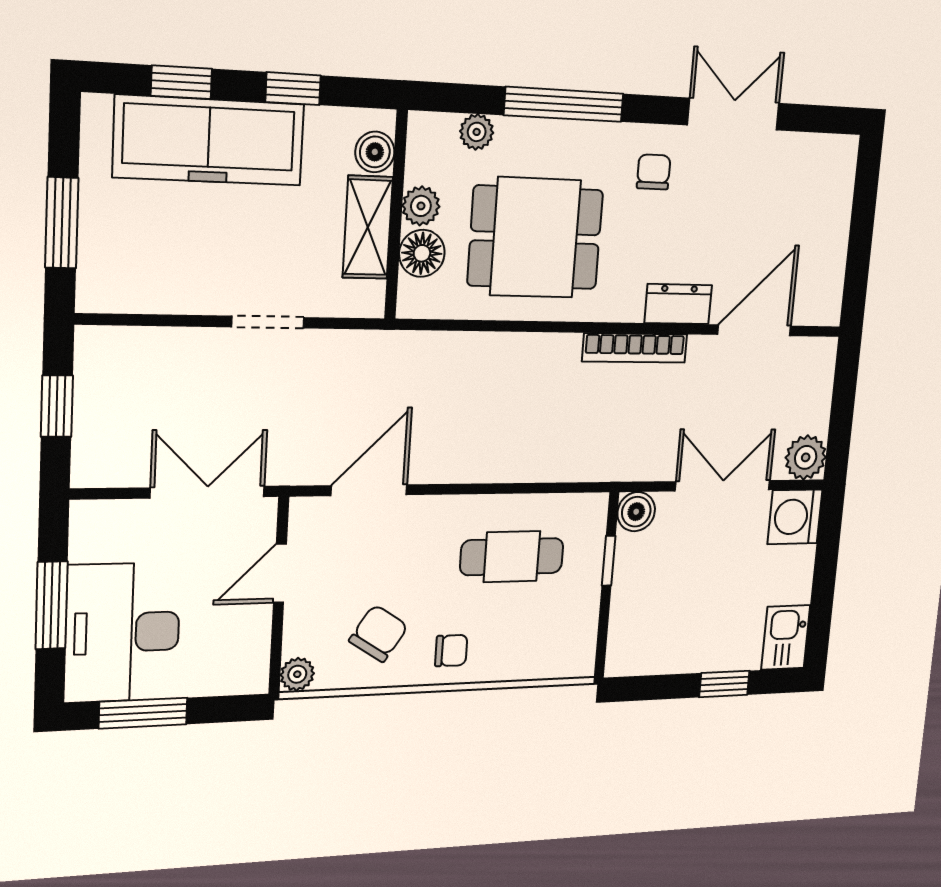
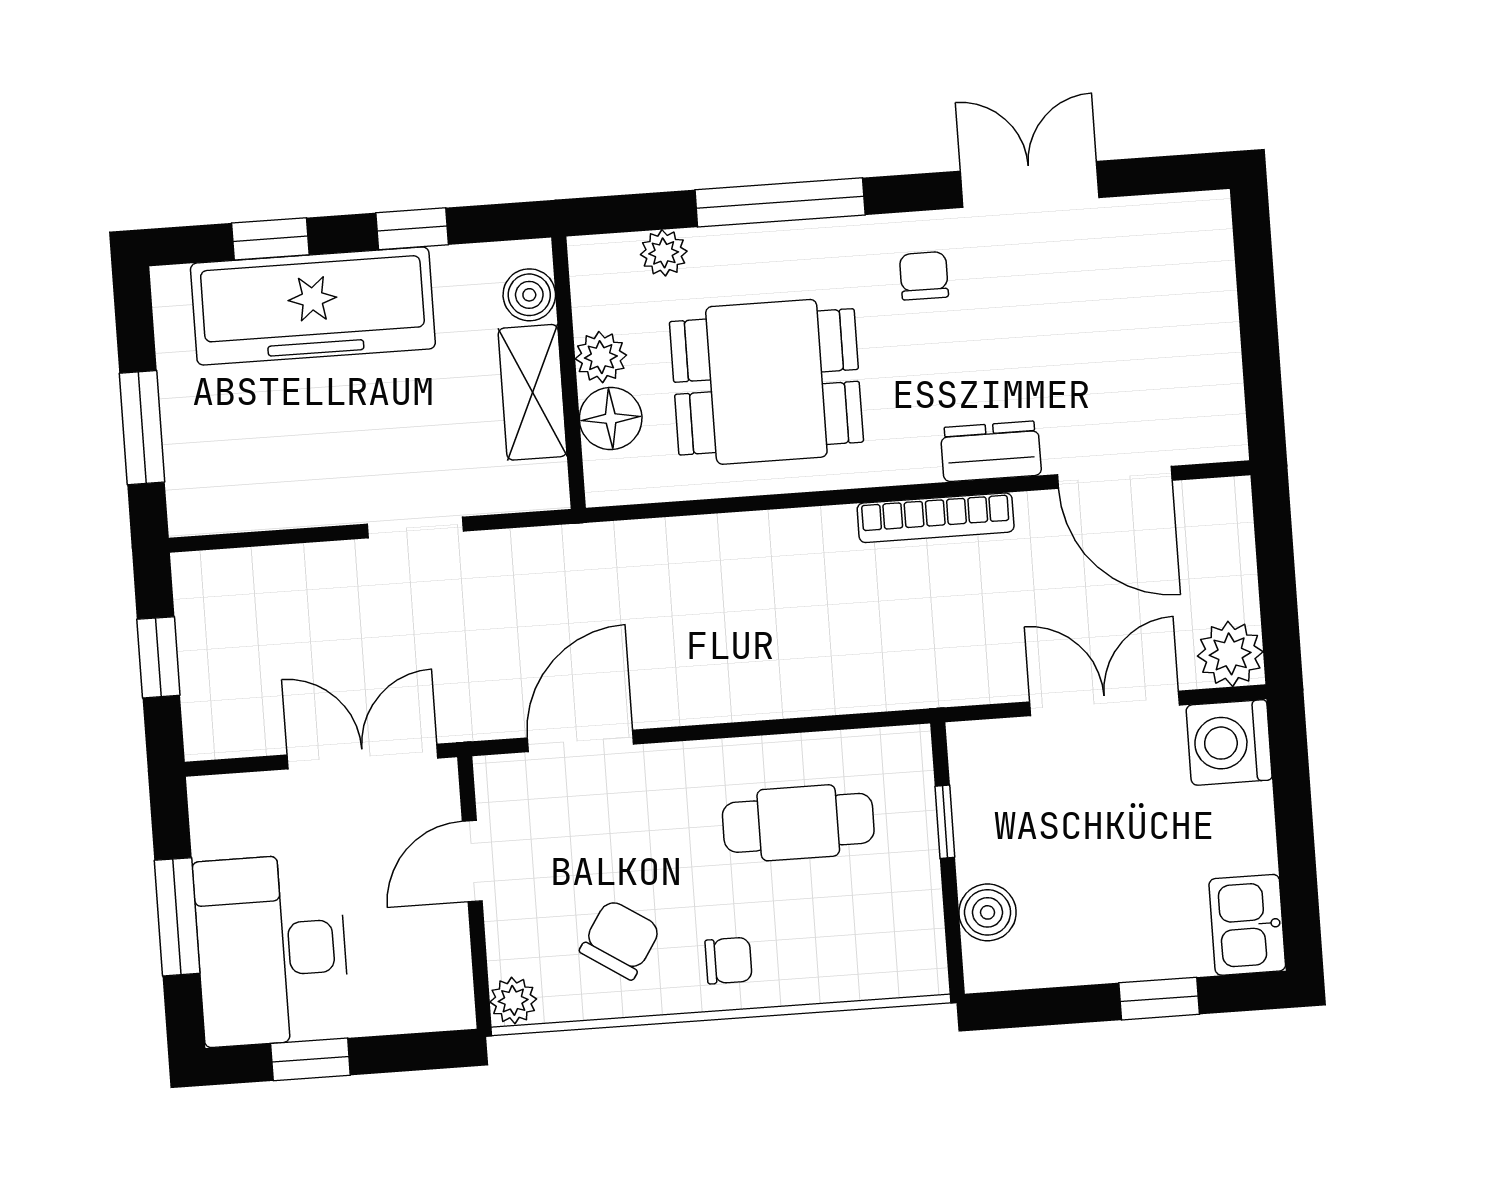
door: (754, 330) -> (1115, 477), swing flipped
boiler: (636, 512) -> (988, 912), moved
window: (143, 713) -> (310, 1059), width x0.67

